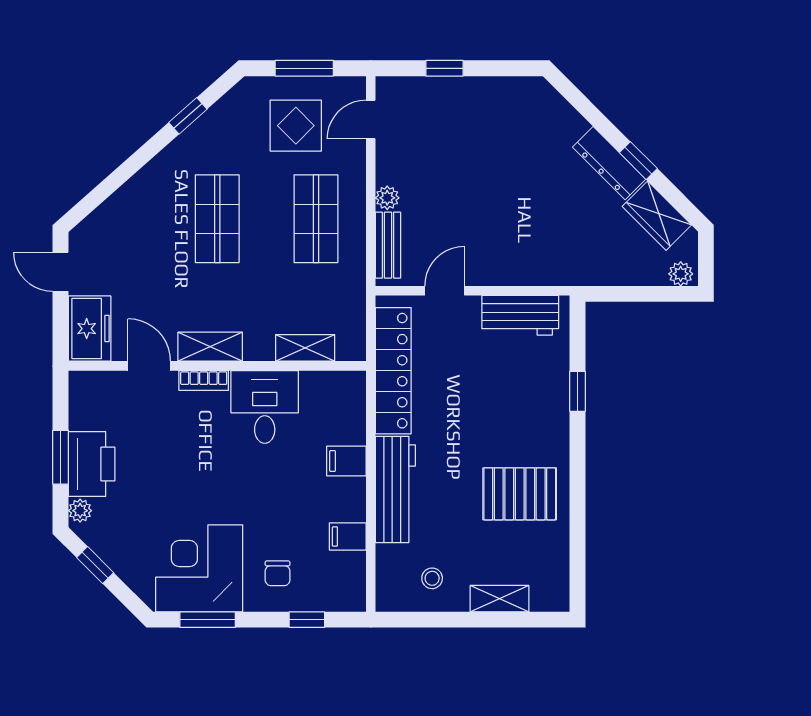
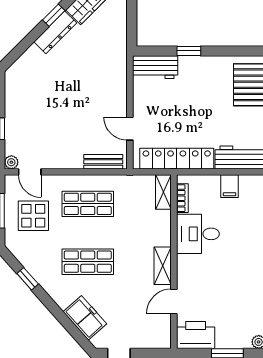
plant: (387, 198) -> (11, 162), moved
workbench: (520, 315) -> (155, 67), moved, turned 90
freezer: (90, 329) -> (85, 318), moved, turned 48
shelving: (305, 348) -> (163, 192), moved
bookcase: (204, 381) -> (182, 198), moved
printer: (92, 464) -> (196, 335), moved

